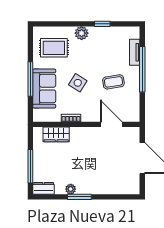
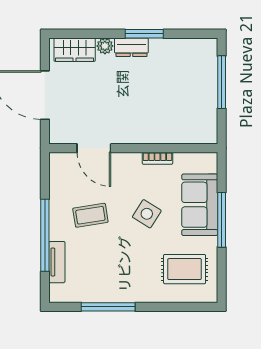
window: (102, 24) -> (108, 307), width x2.17
plant: (82, 33) -> (141, 292), removed
wardrobe: (56, 134) -> (75, 50), moved, turned 180
dresser: (44, 188) -> (131, 47), moved
plant: (71, 189) -> (105, 46), moved

